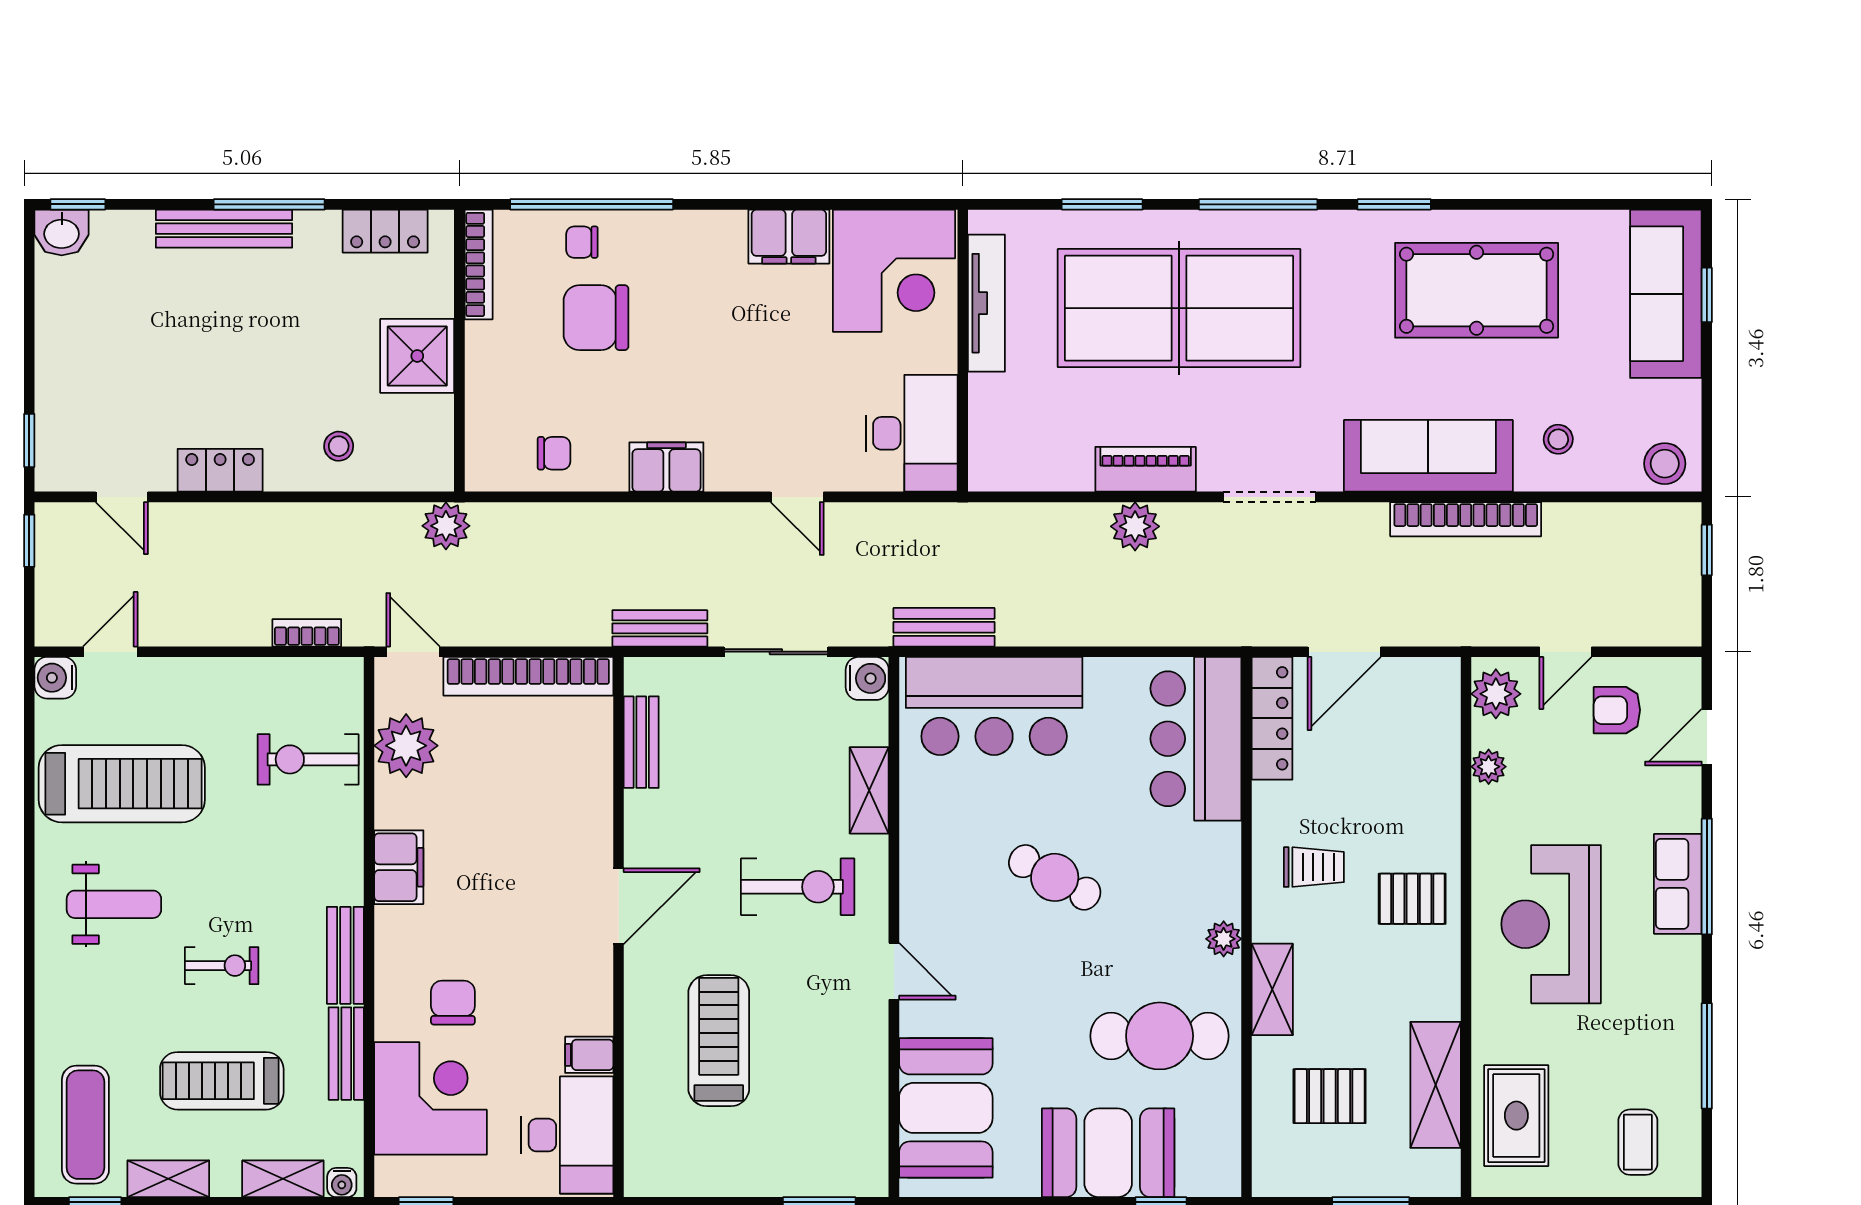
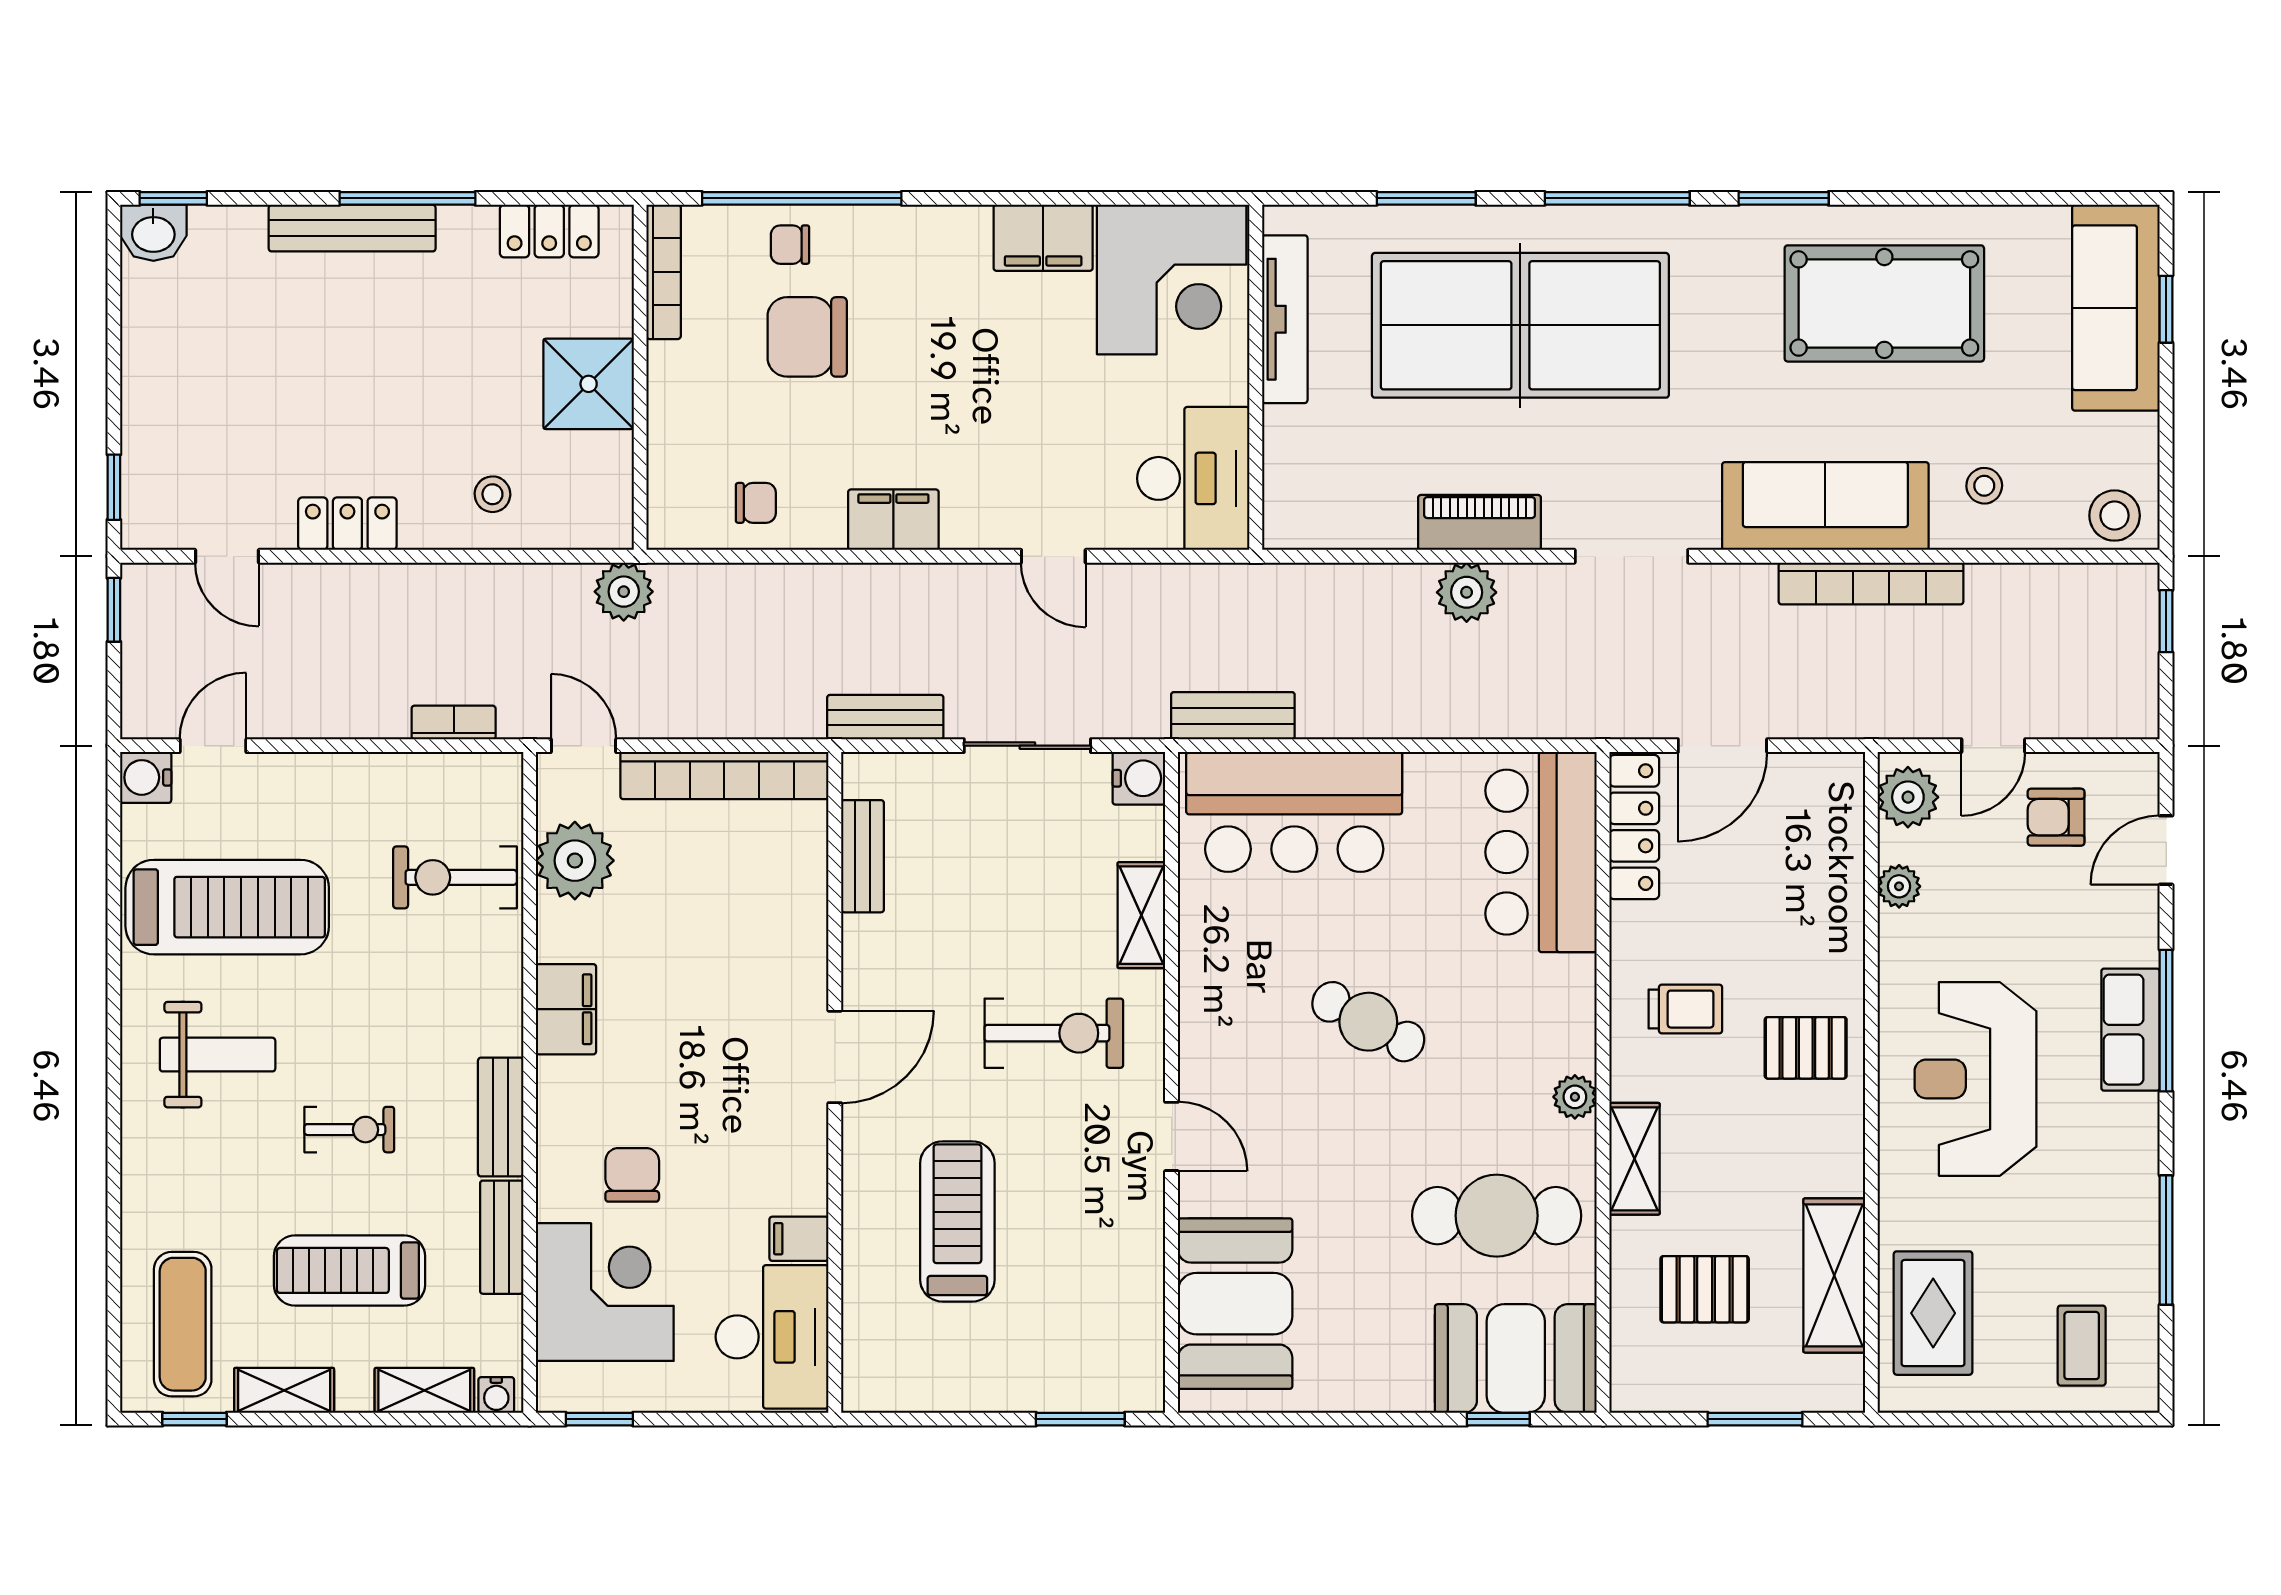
booth: (1108, 1153) -> (1516, 1359), moved

